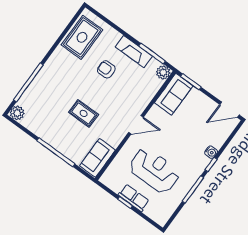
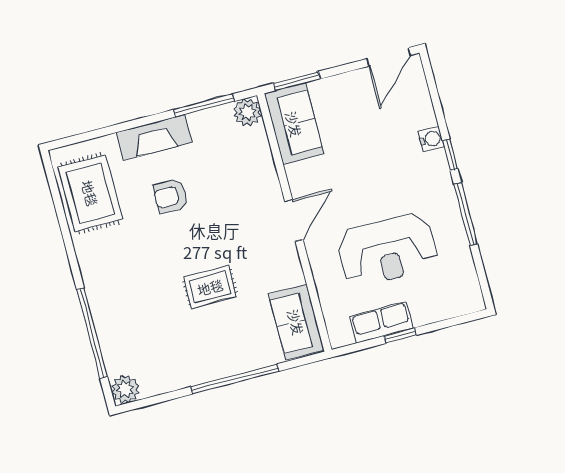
fireplace: (134, 52) -> (154, 137), moved
reception desk: (154, 170) -> (388, 250), turned 180
row of seats: (134, 198) -> (381, 322), moved

